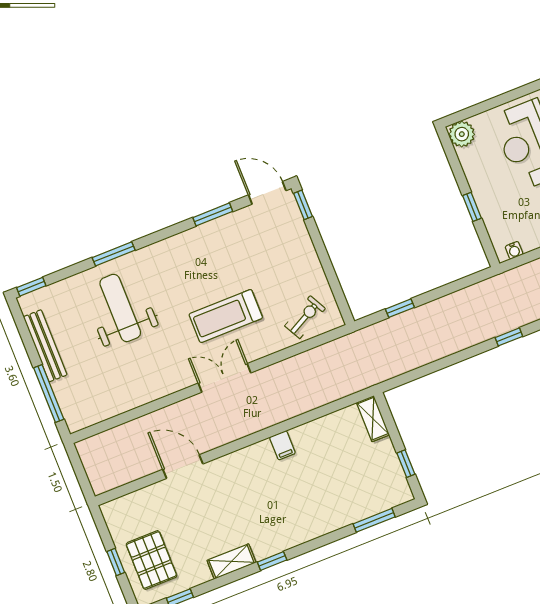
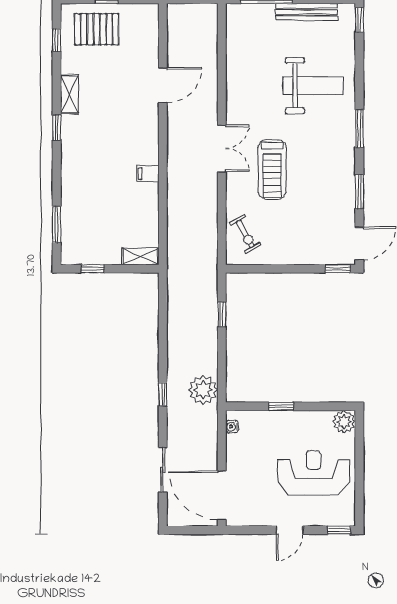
window: (114, 254) -> (359, 129), moved
plant: (487, 296) -> (203, 390), added
treadmill: (226, 316) -> (272, 169), turned 180

